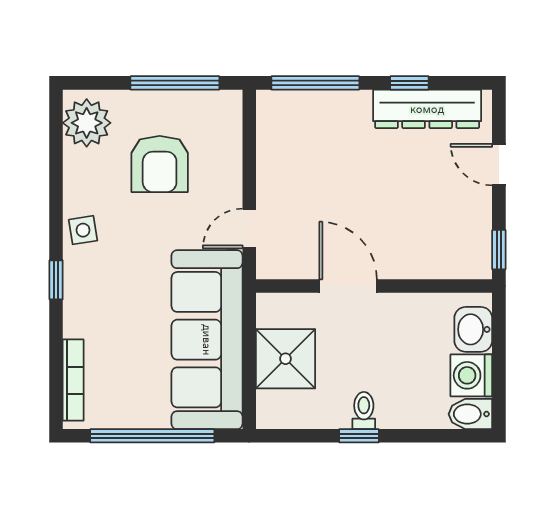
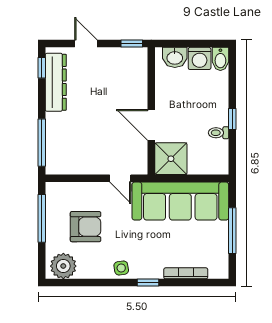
window: (409, 83) -> (42, 68), moved
door: (499, 165) -> (86, 44), swing flipped
door: (348, 286) -> (151, 125), hinge flipped
shower: (285, 359) -> (171, 159), moved
bookcase: (73, 380) -> (186, 273), moved
toilet: (364, 410) -> (219, 133), moved
window: (152, 436) -> (232, 231), width x0.68

